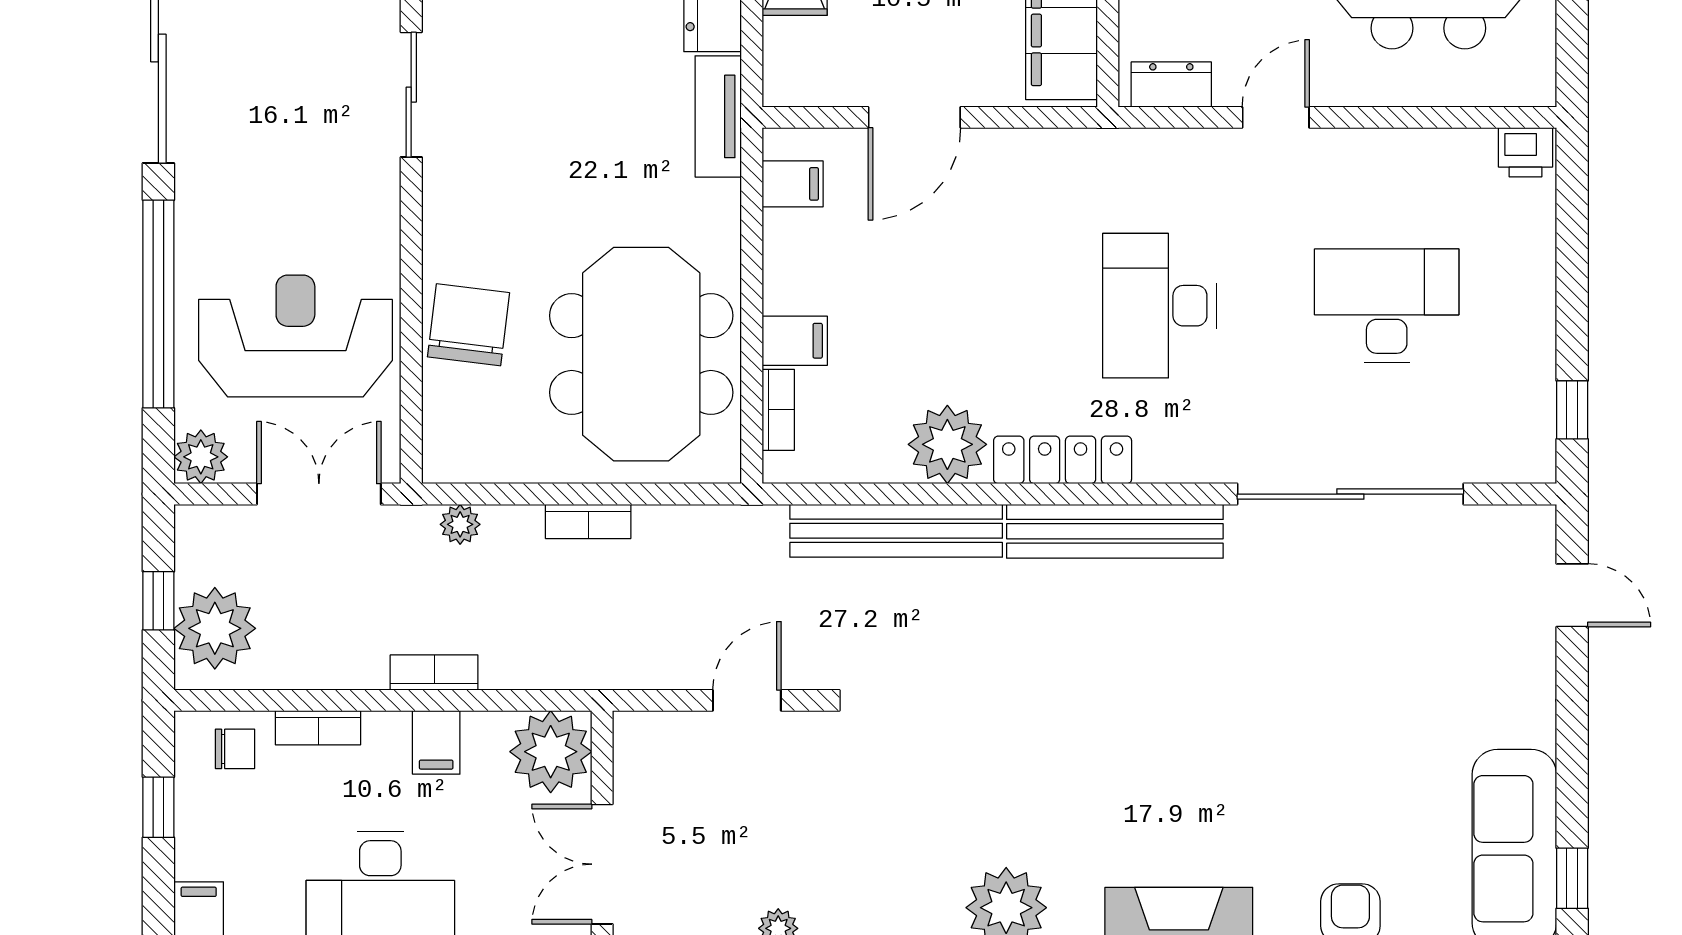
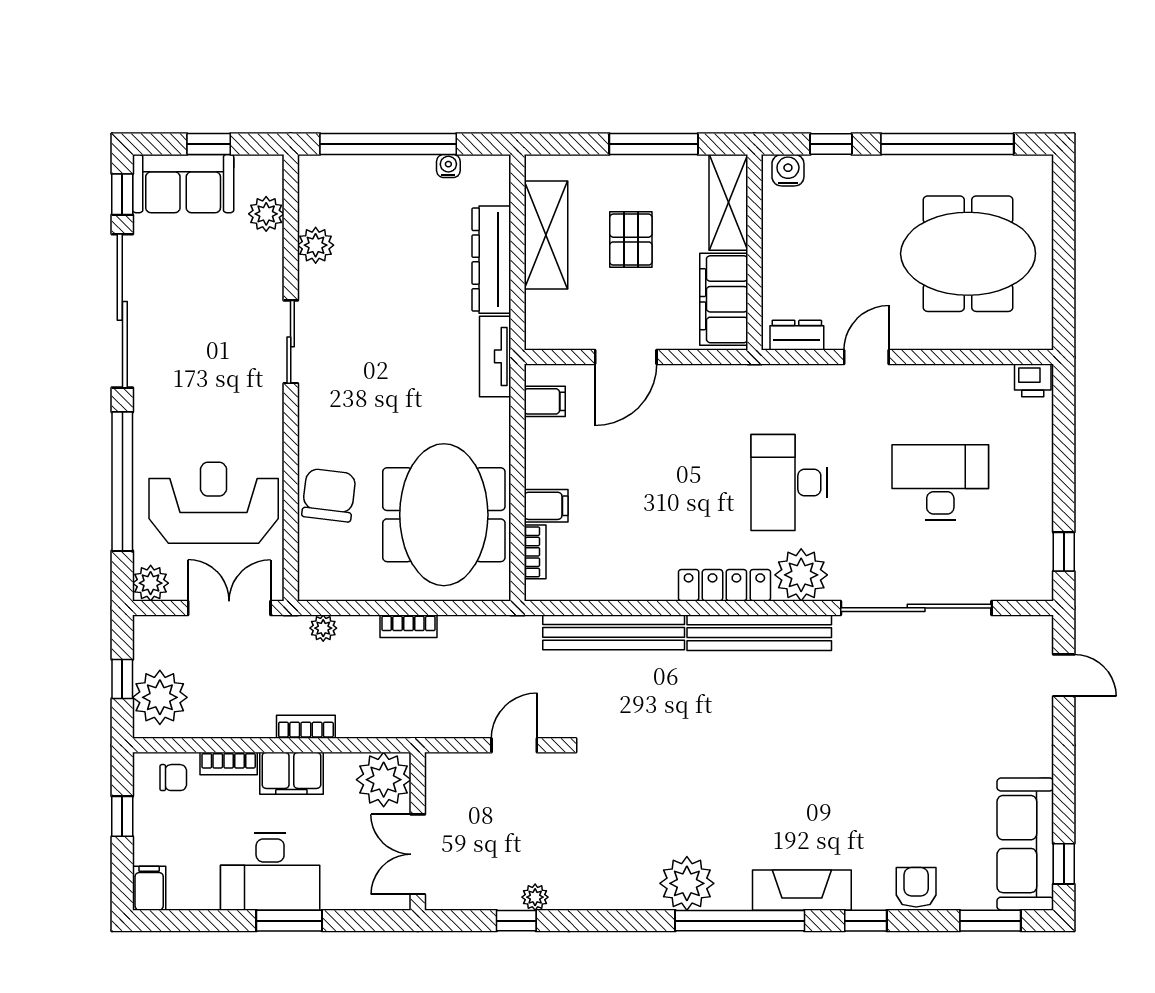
plant: (947, 444) -> (801, 575), moved
filing cabinet: (436, 742) -> (291, 773), width x2.00

